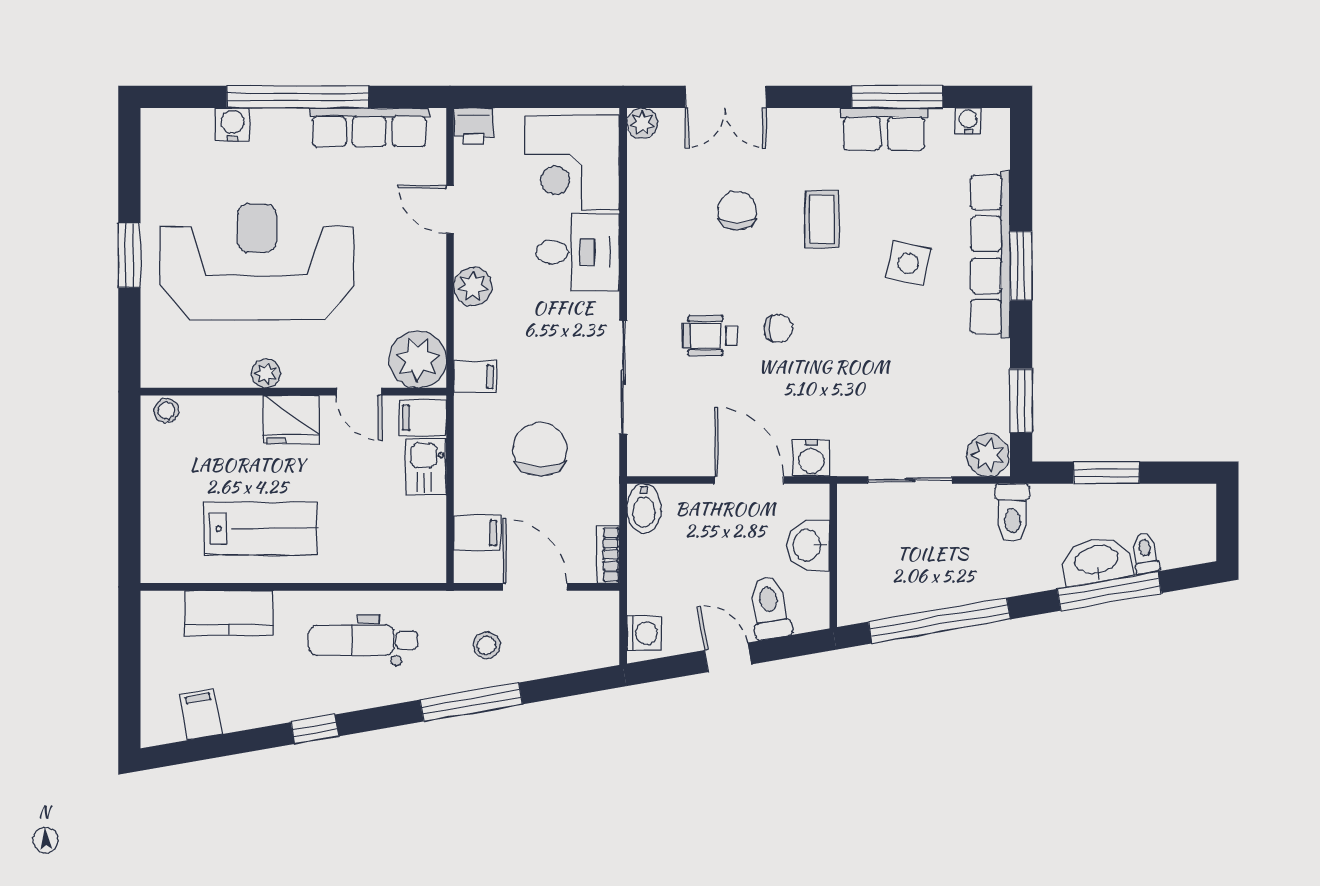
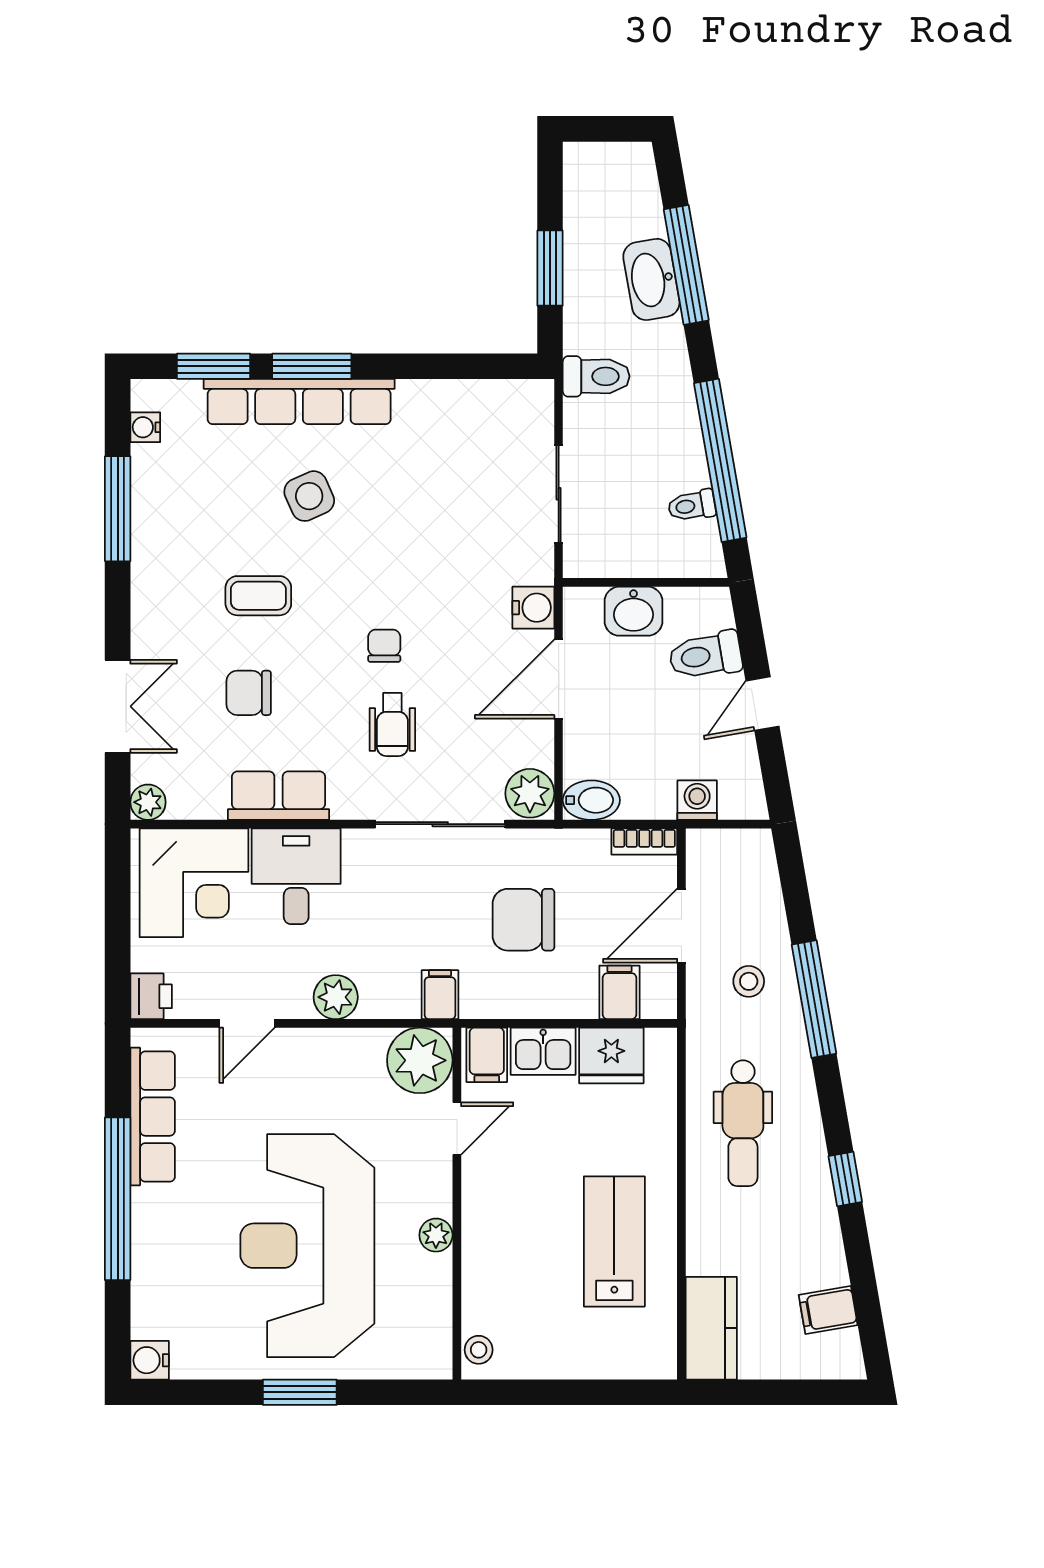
water cooler: (233, 125) -> (150, 1360), moved
row of seats: (884, 129) -> (278, 796), moved, turned -90
side table: (908, 263) -> (309, 496), turned -36
window: (1021, 401) -> (214, 366), moved
fridge: (291, 419) -> (611, 1055), moved, turned 90
plant: (988, 455) -> (530, 793), moved
toilet: (1145, 553) -> (692, 506), moved
kitchen counter: (229, 613) -> (711, 1328), moved
washing machine: (644, 633) -> (697, 800), moved

